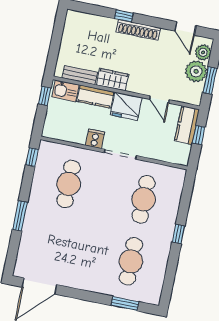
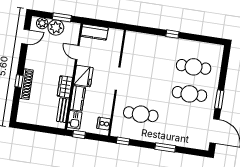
shoe rack: (138, 30) -> (26, 84), moved
door: (159, 100) -> (77, 53), swing flipped
window: (199, 135) -> (101, 23), removed
cooker: (95, 139) -> (104, 124), moved
cafe table: (144, 199) -> (189, 94), moved
window: (125, 304) -> (219, 99), moved

